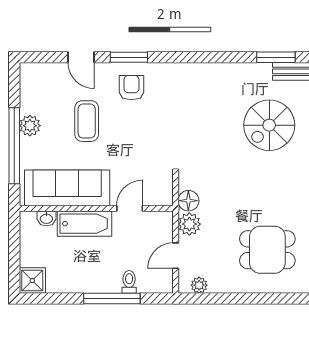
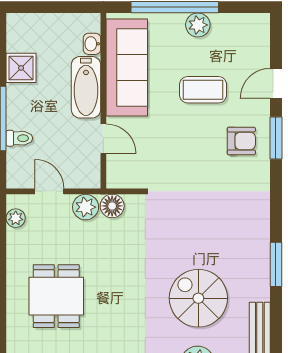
window: (276, 57) -> (276, 264), moved
shower: (32, 280) -> (21, 68), moved

